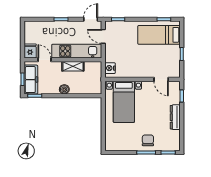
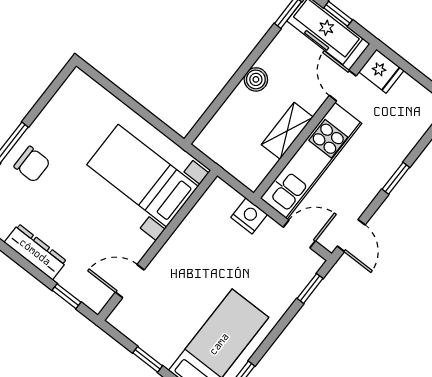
door: (44, 60) -> (343, 86), swing flipped
nightstand: (110, 68) -> (249, 216), moved

